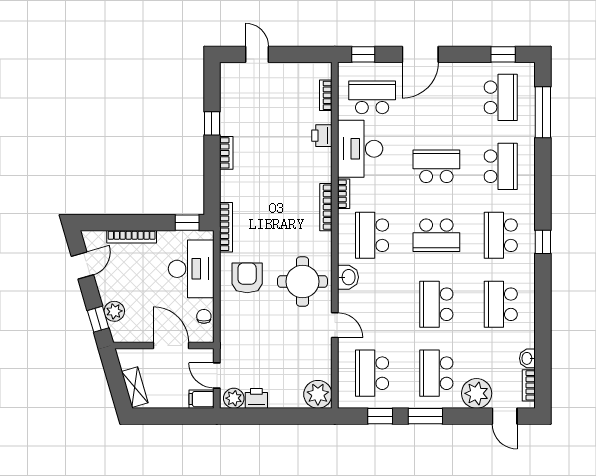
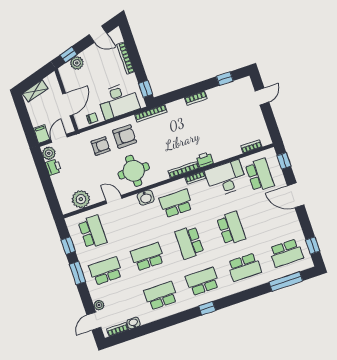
window: (212, 123) -> (225, 79), moved
printer: (322, 136) -> (205, 160), moved
armchair: (249, 318) -> (101, 146), added
door: (335, 325) -> (114, 199), swing flipped
school desk: (372, 373) -> (92, 232), turned 90
plant: (477, 393) -> (99, 305), width x0.53, depth x0.53
plant: (318, 394) -> (81, 199), moved

